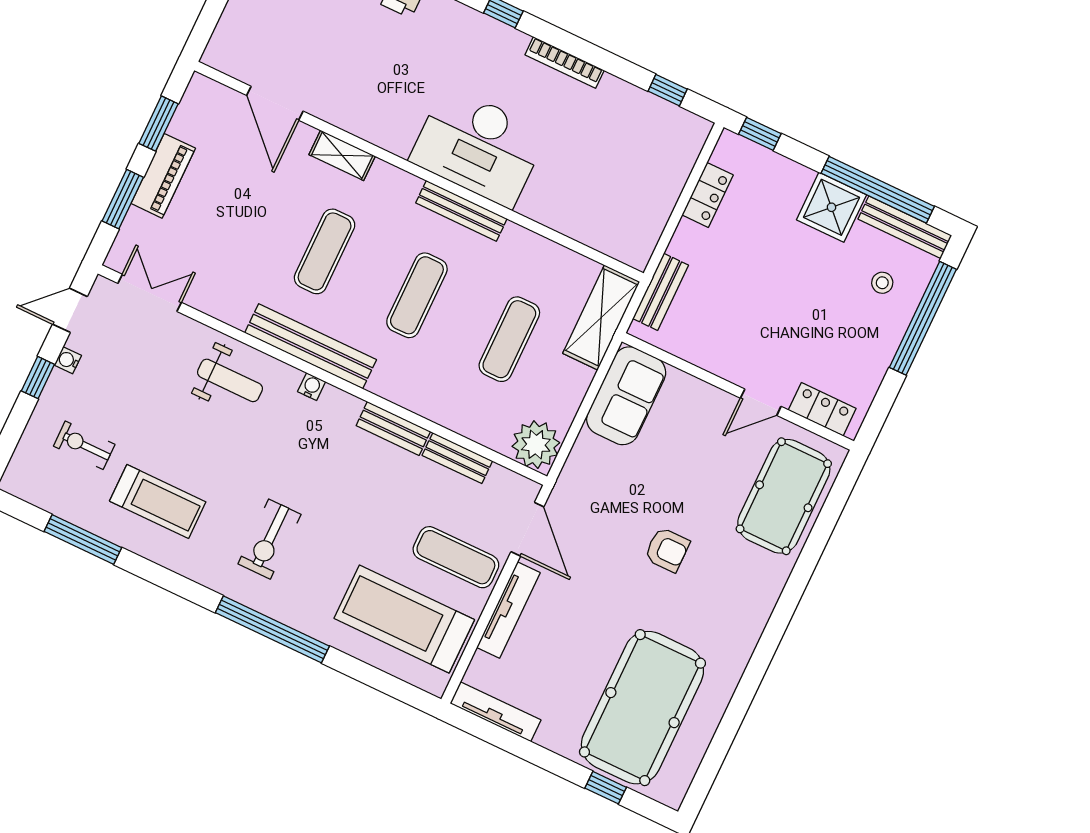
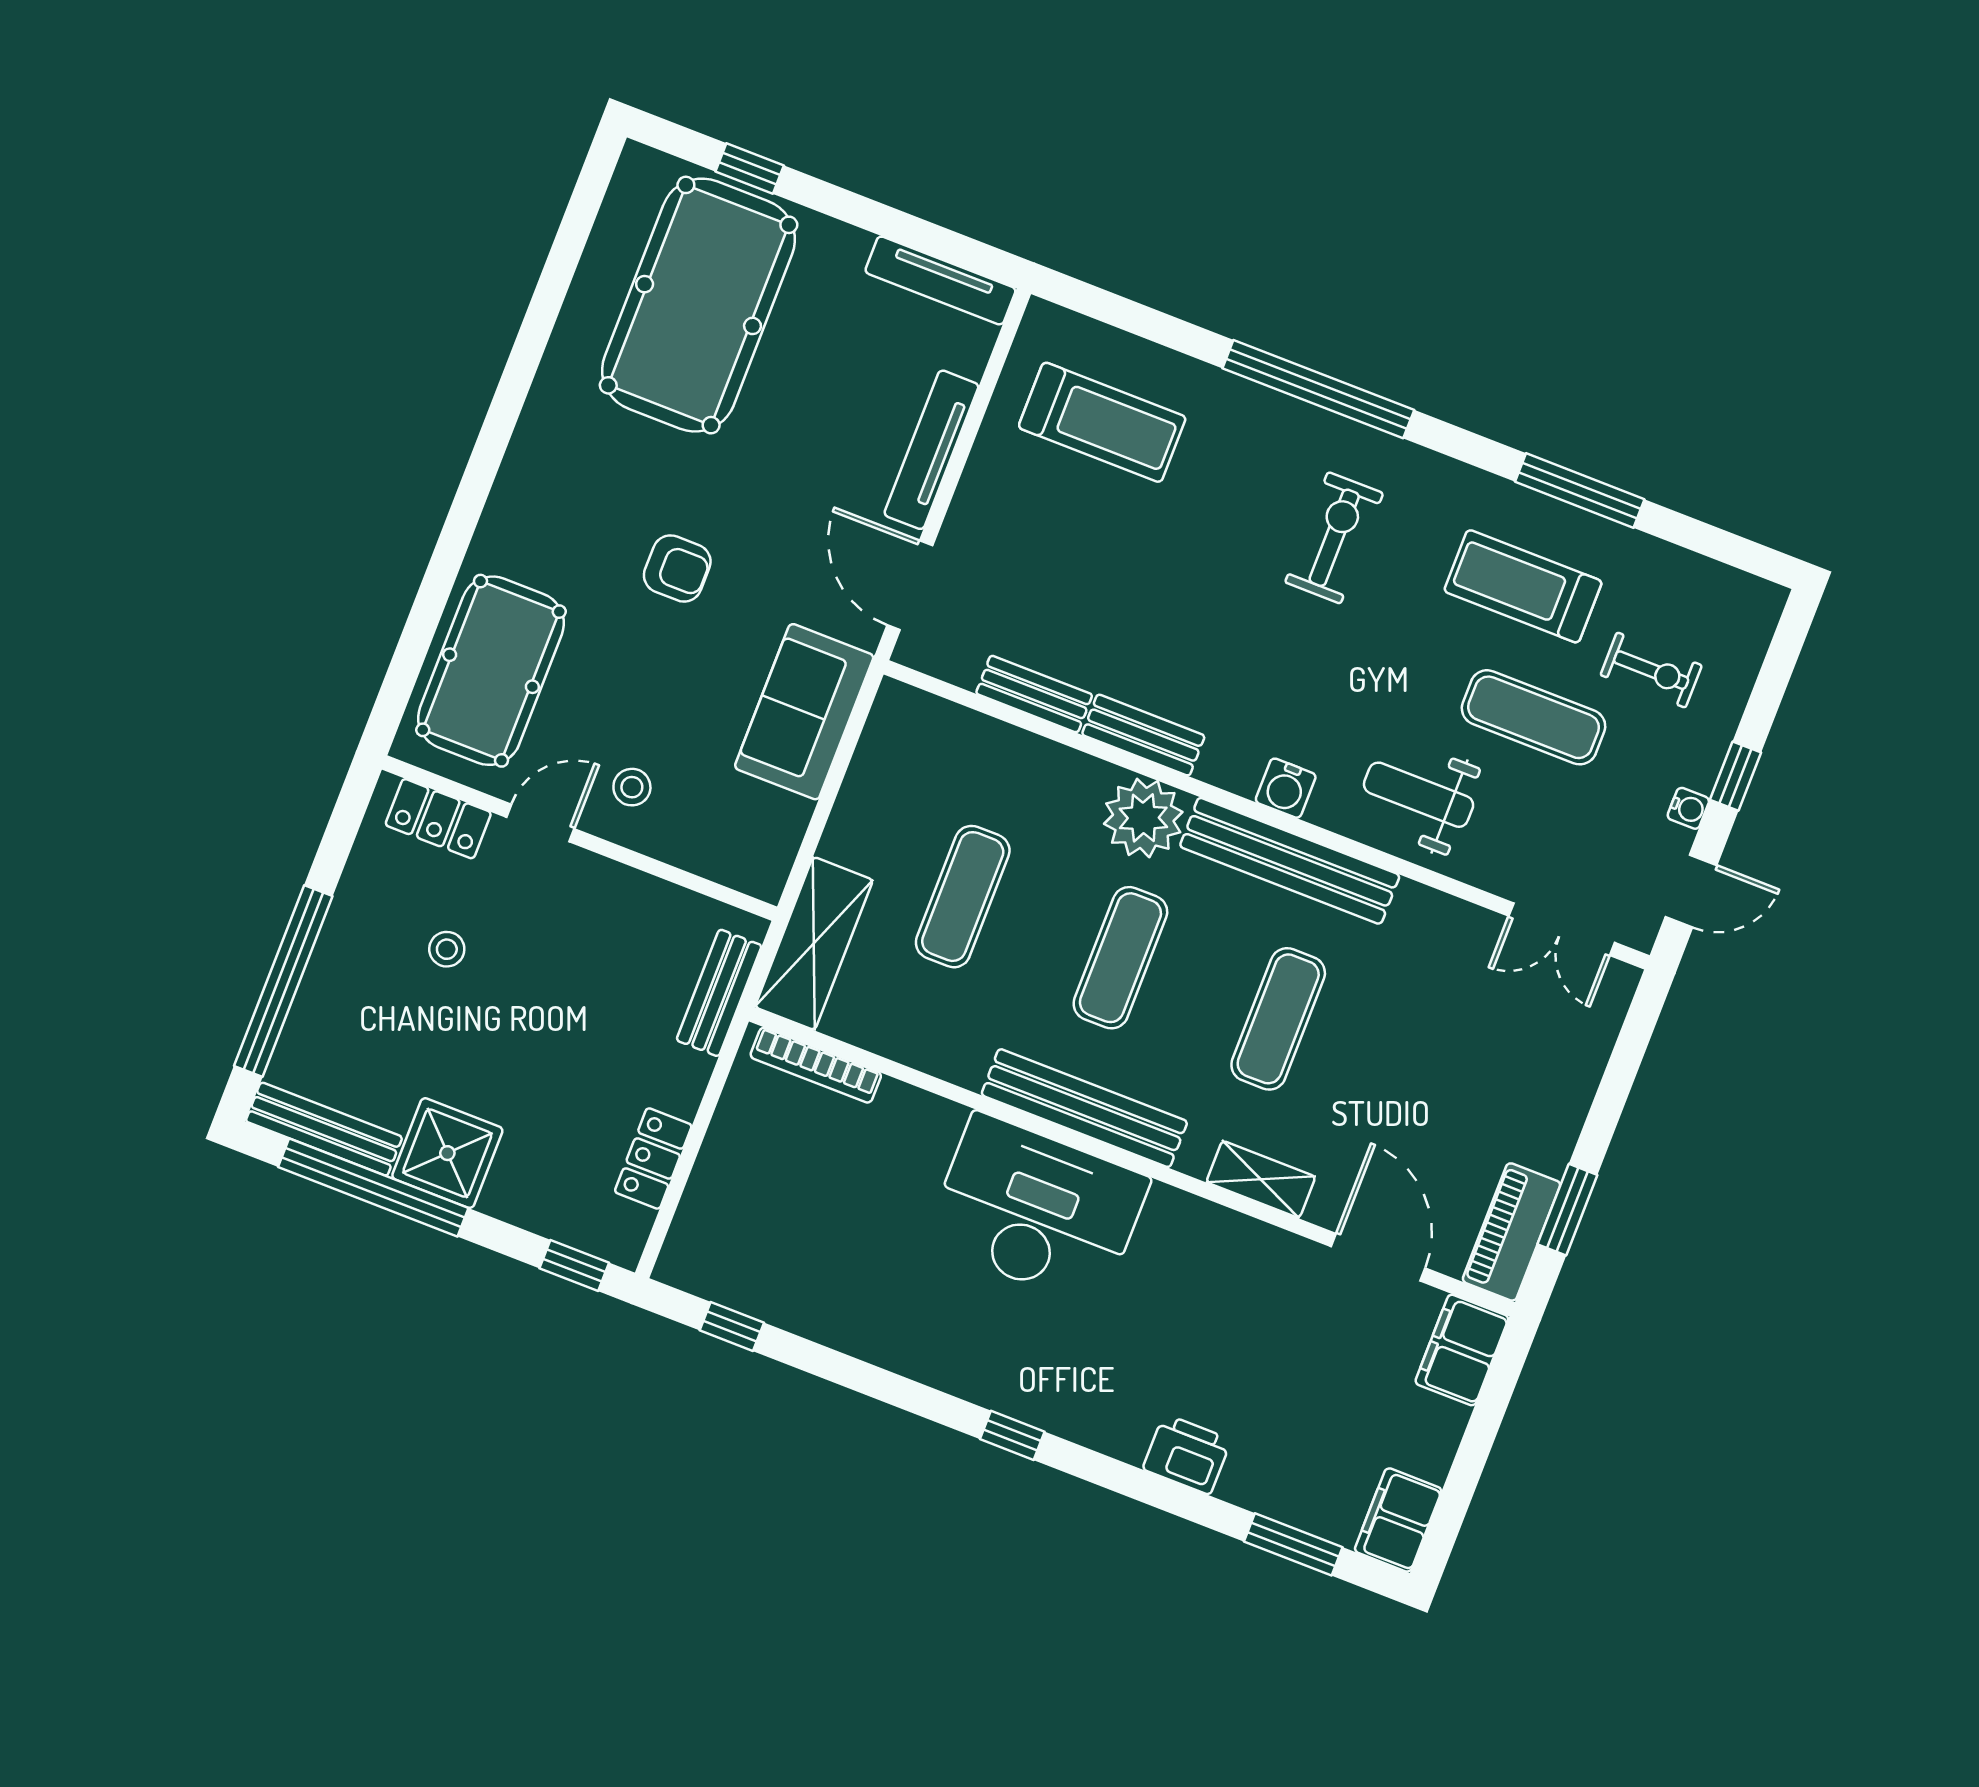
filing cabinet: (228, 44) -> (1462, 1350), added
bookcase: (565, 63) -> (816, 1065), moved, turned 180
piano: (163, 176) -> (1512, 1232), moved
window: (123, 199) -> (1617, 1081), removed
bench: (461, 211) -> (1084, 1108), width x1.37, depth x1.21
stool: (882, 283) -> (447, 949), moved
water cooler: (312, 387) -> (1286, 788), width x1.38, depth x1.38
sofa: (626, 396) -> (804, 712), moved
stool: (704, 420) -> (632, 787), added
plant: (536, 445) -> (1143, 818), moved
window: (83, 539) -> (1580, 490), moved
armchair: (667, 550) -> (677, 568), turned 180
exercise mat: (456, 557) -> (1534, 717), moved
treadmill: (404, 619) -> (1102, 422), width x0.73, depth x0.73

